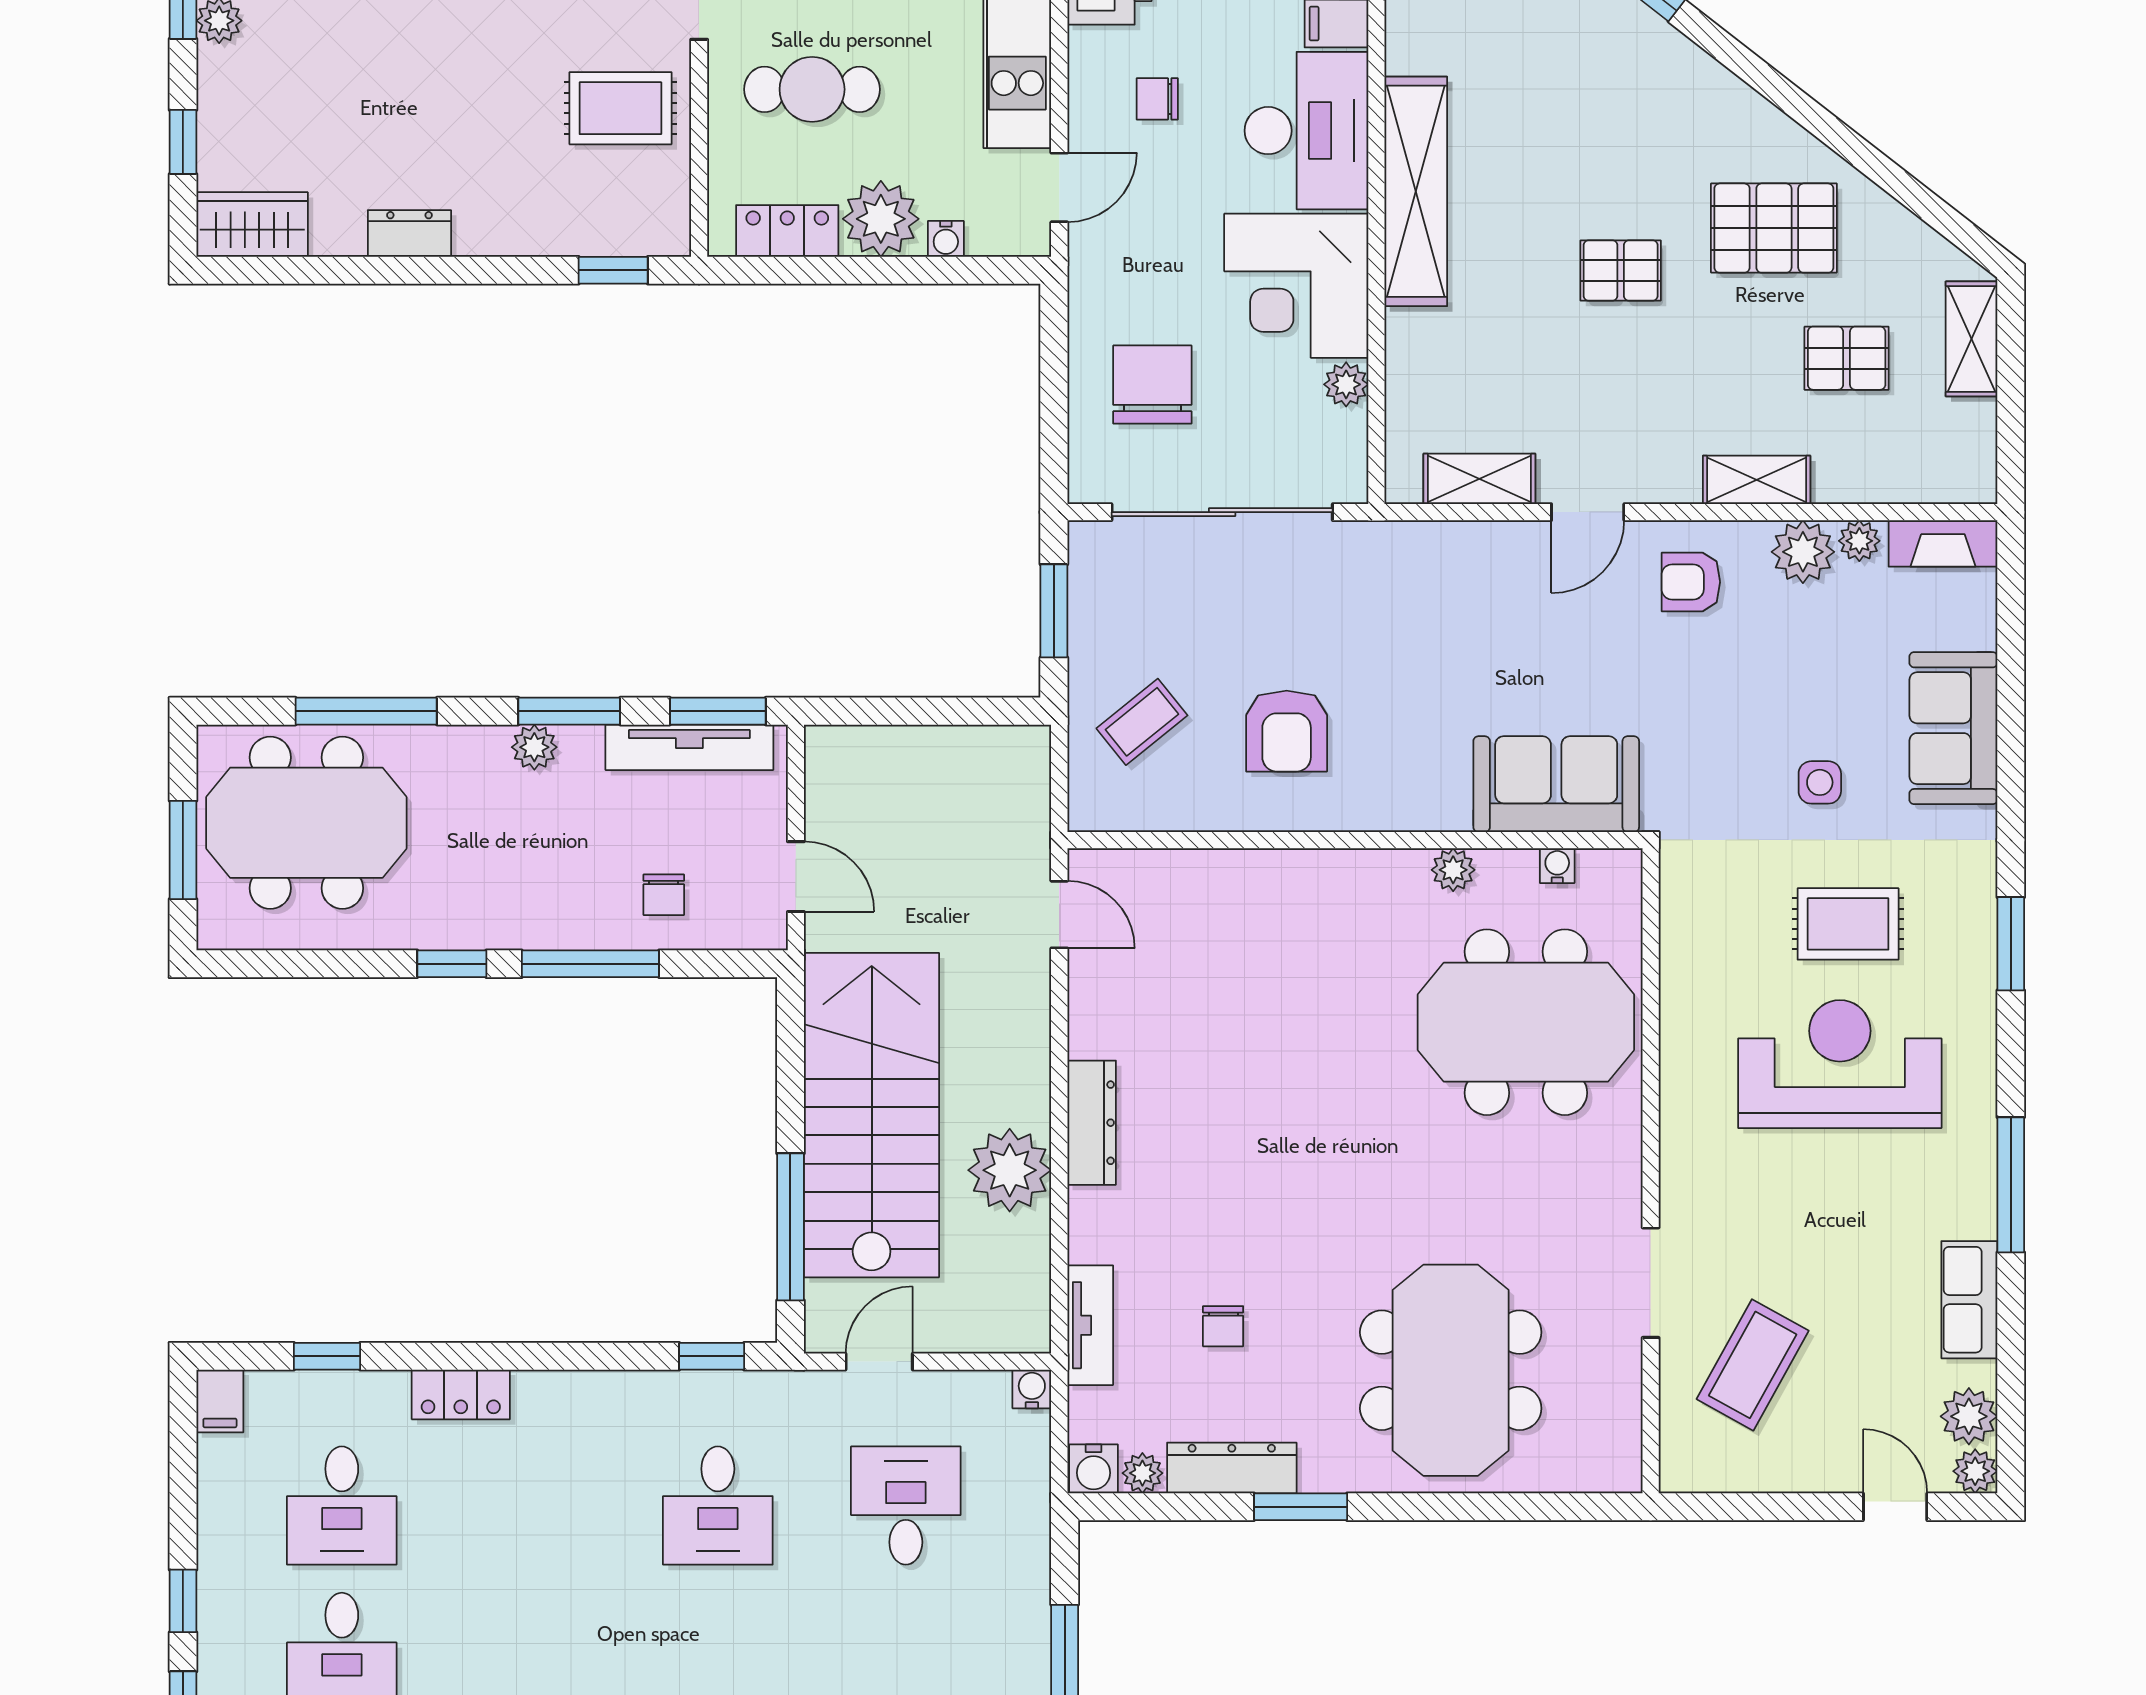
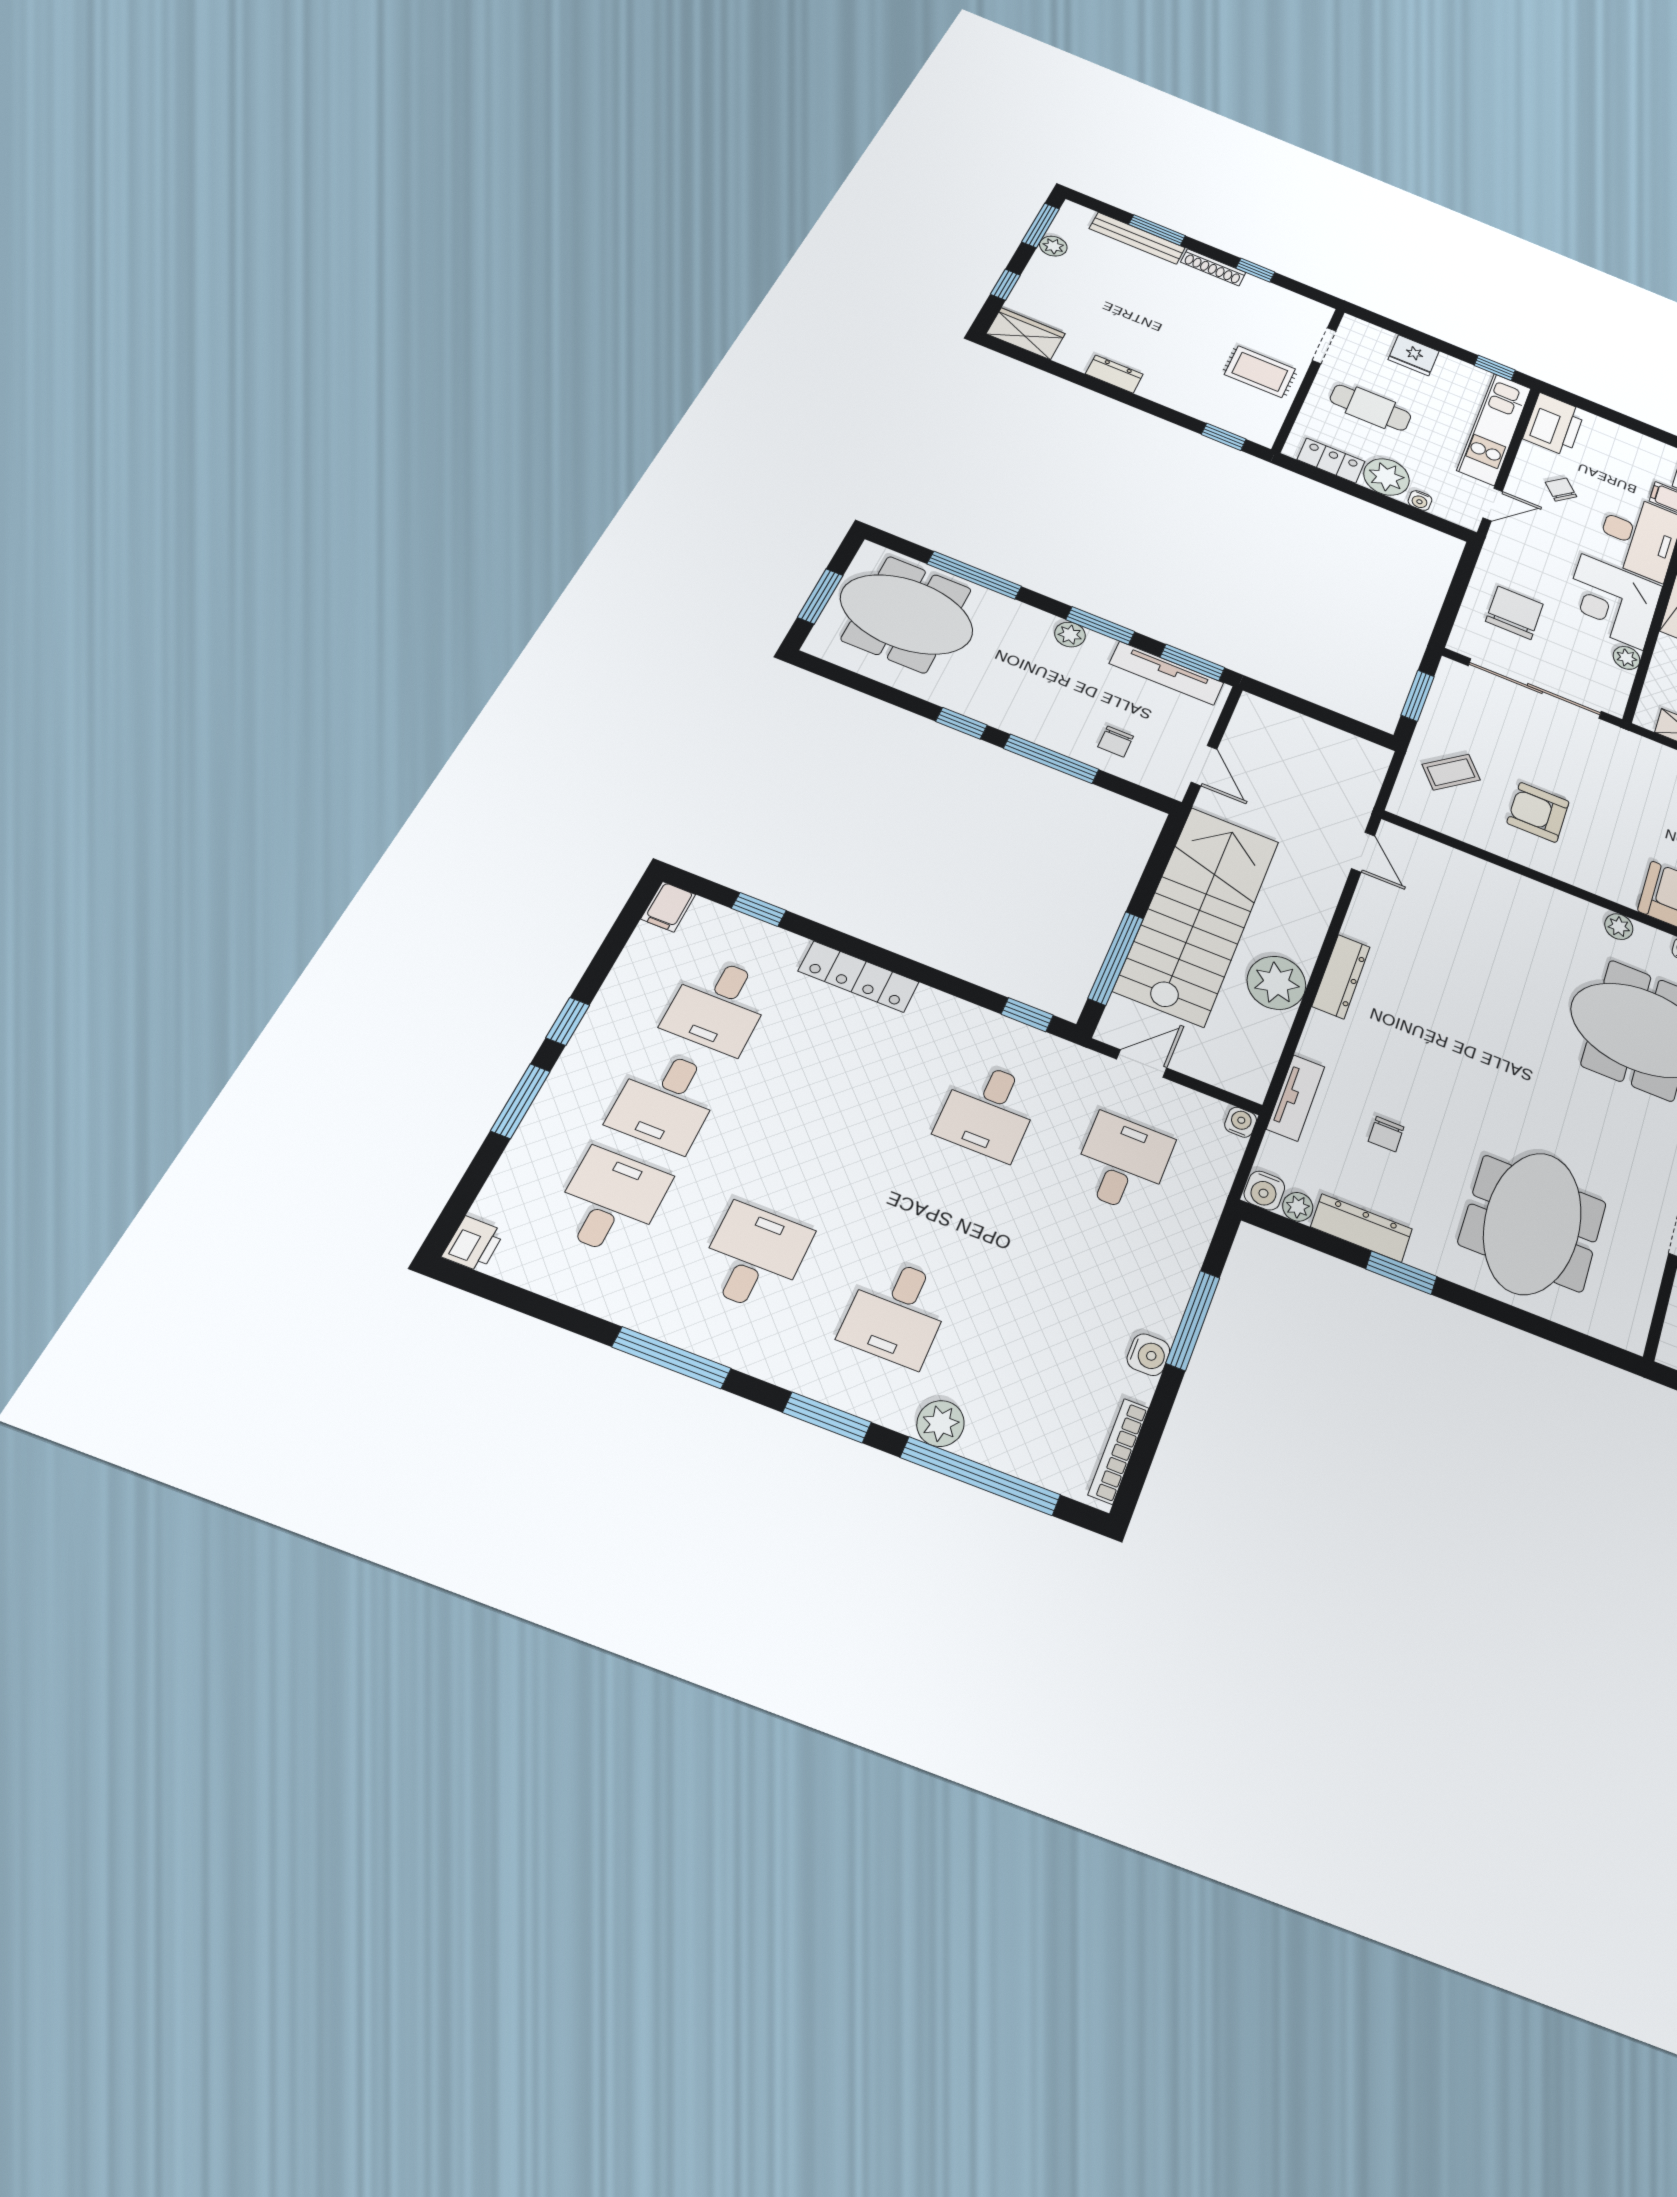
chair: (1157, 99) -> (1561, 489), turned 49
armchair: (1287, 731) -> (1538, 812), turned 90
locker: (461, 1394) -> (859, 977), width x1.53

